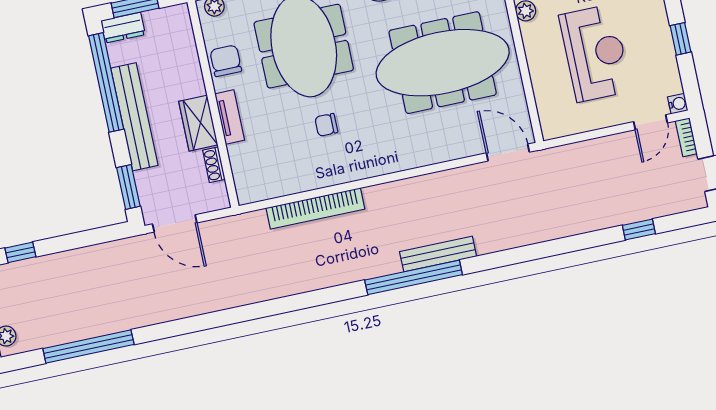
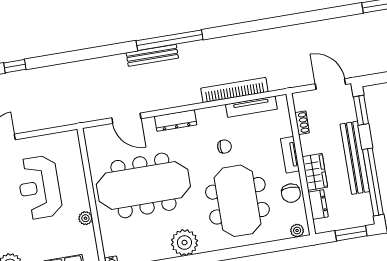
dresser: (123, 28) -> (318, 204), moved, turned 90
wardrobe: (198, 123) -> (315, 172), moved
door: (508, 153) -> (126, 118), moved
dresser: (400, 160) -> (176, 121), added
tv unit: (289, 185) -> (251, 107), added

